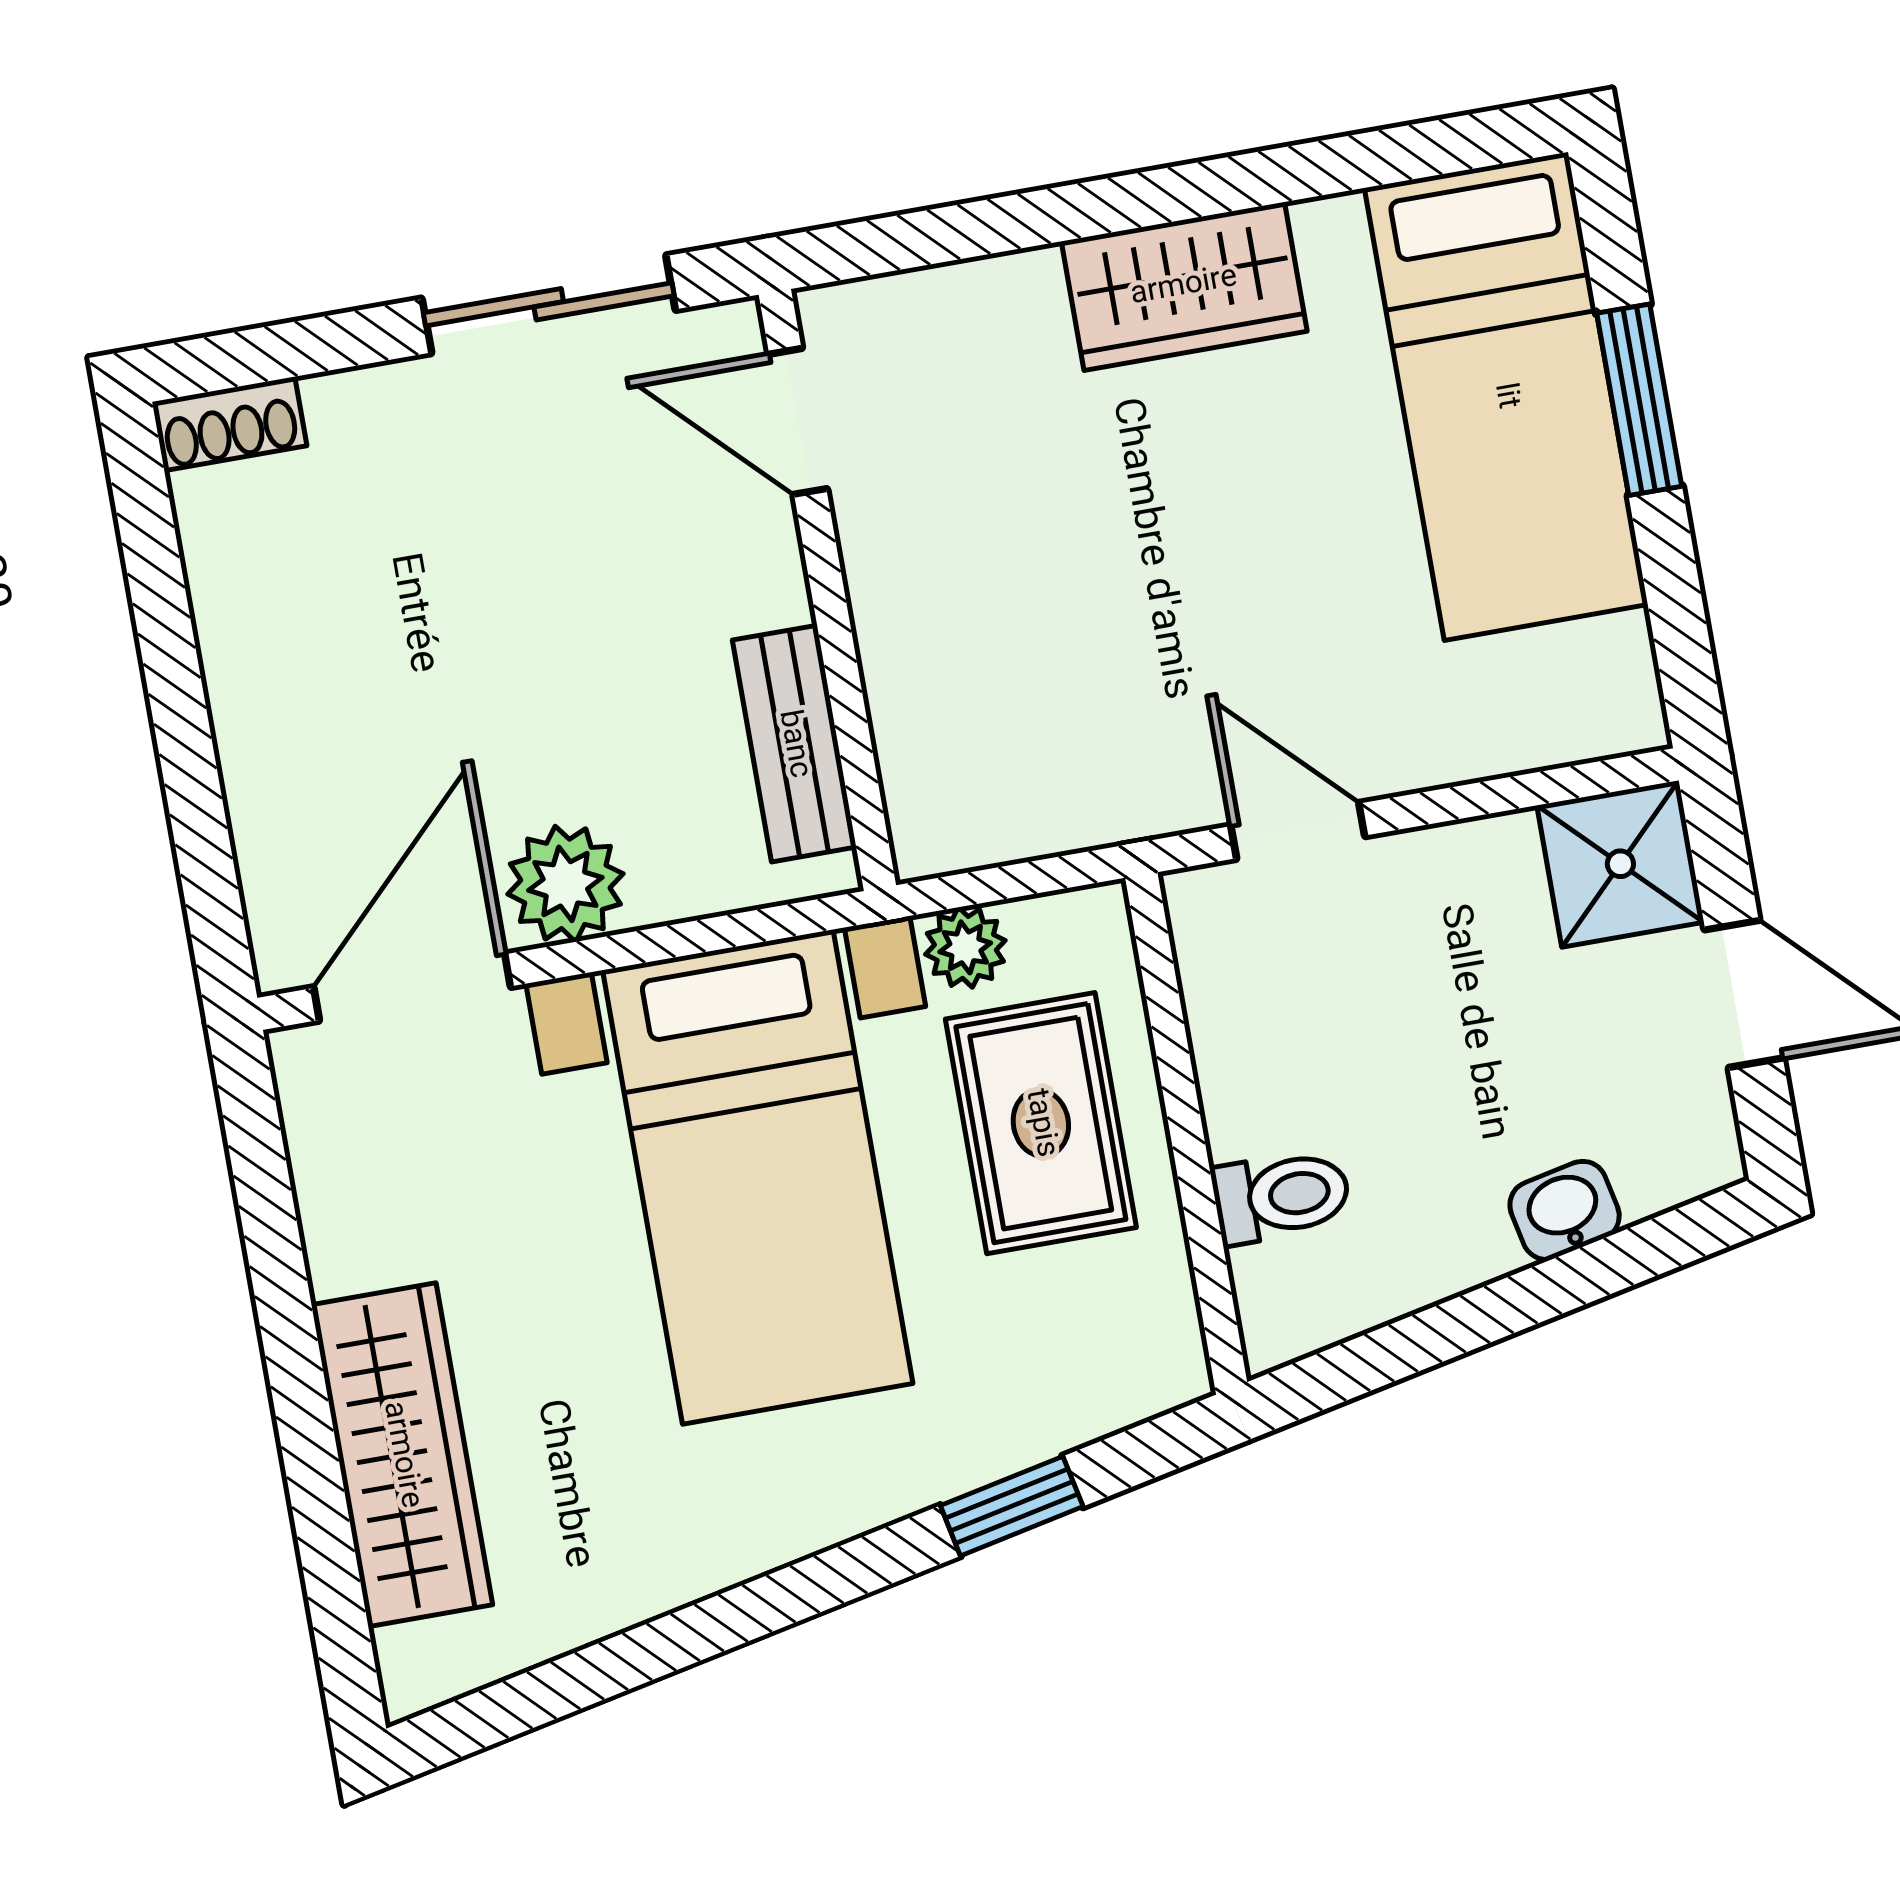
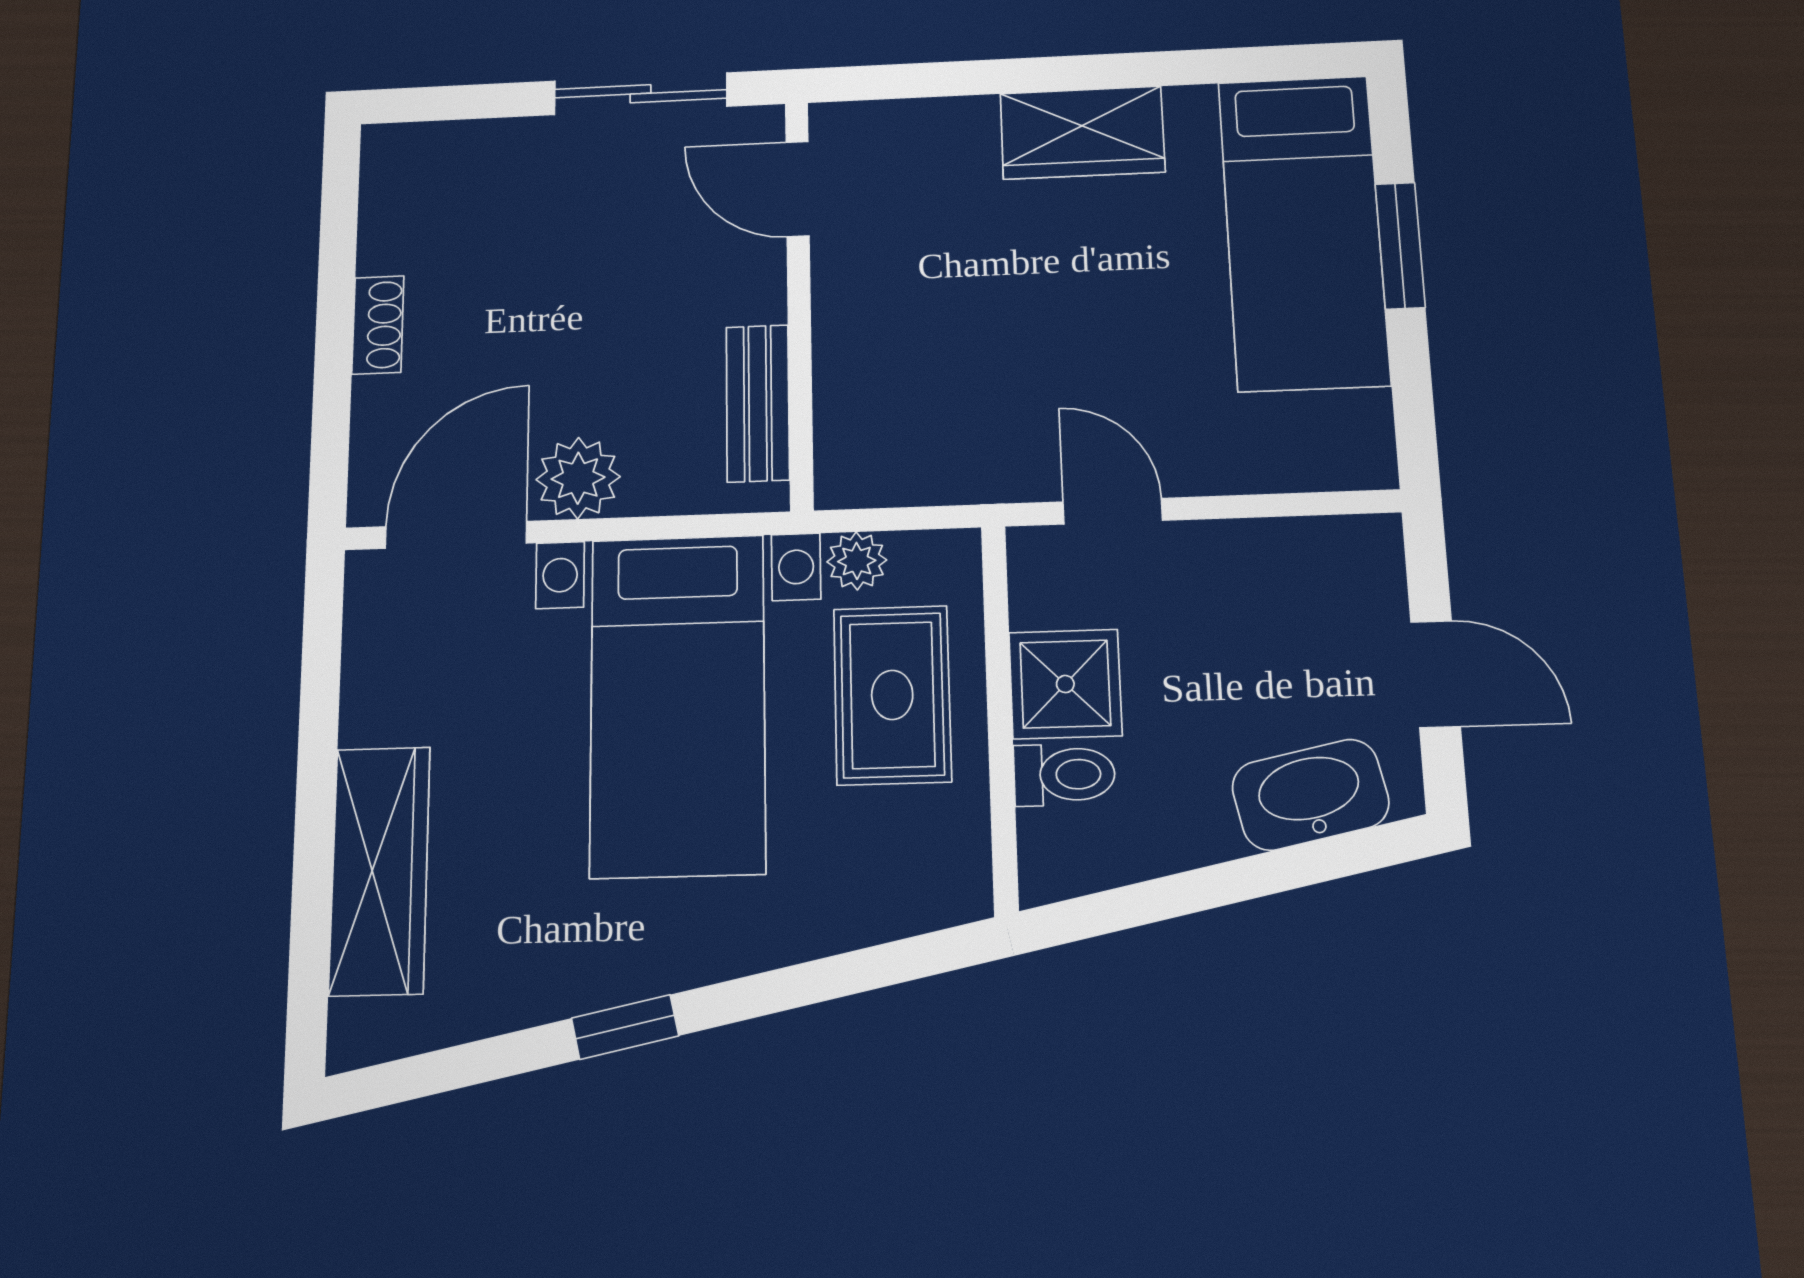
shoe rack: (229, 424) -> (378, 325), moved, turned -90
shower: (1620, 864) -> (1065, 684), moved
washbasin: (1565, 1210) -> (1310, 795), width x1.91, depth x1.45
window: (1012, 1506) -> (625, 1027), moved

